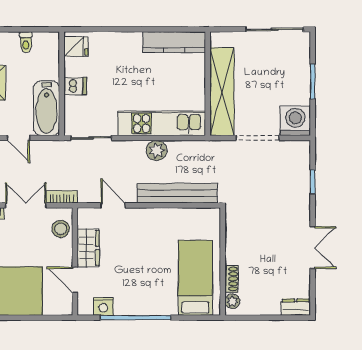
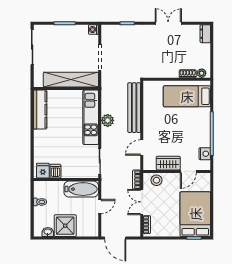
dishwasher: (75, 86) -> (55, 171), moved
washing machine: (295, 121) -> (93, 30), width x0.53, depth x0.53

